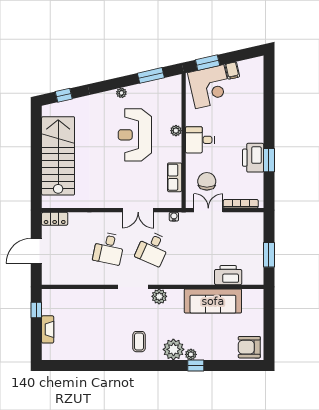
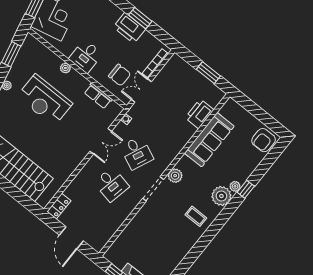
chair: (207, 181) -> (120, 75), turned 180

